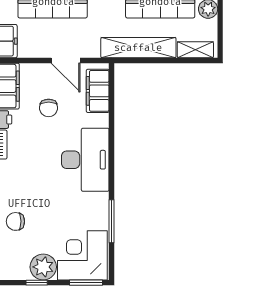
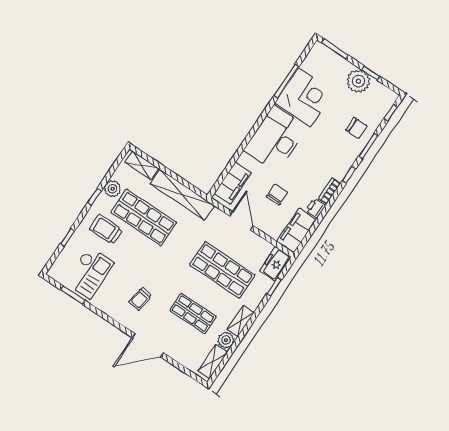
corner desk: (82, 255) -> (304, 97), moved, turned -90

